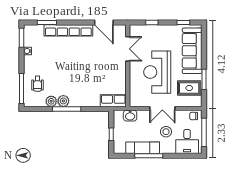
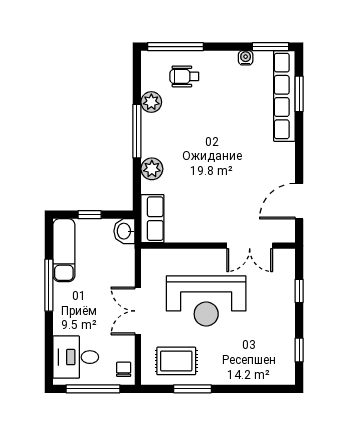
row of seats: (68, 30) -> (284, 96), moved
sofa: (192, 51) -> (246, 367), removed
reception desk: (157, 72) -> (206, 301), turned 180
rug: (189, 88) -> (176, 361), turned 90
plant: (63, 101) -> (152, 169), moved
washbasin: (130, 116) -> (124, 231), moved
stool: (166, 132) -> (94, 318), removed
exam couch: (143, 148) -> (64, 250), moved

